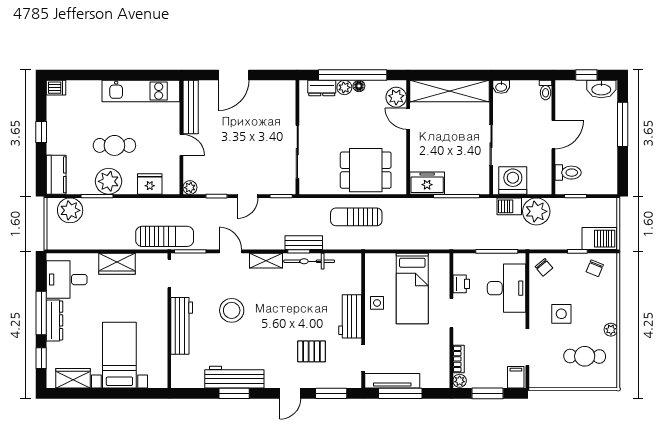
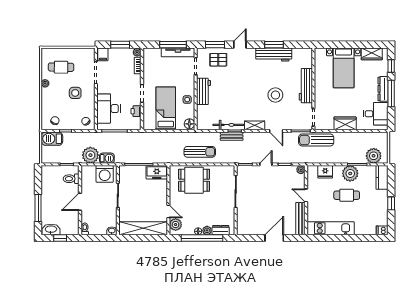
floor lamp: (373, 263) -> (189, 124), added
pallet: (311, 351) -> (218, 60), moved

